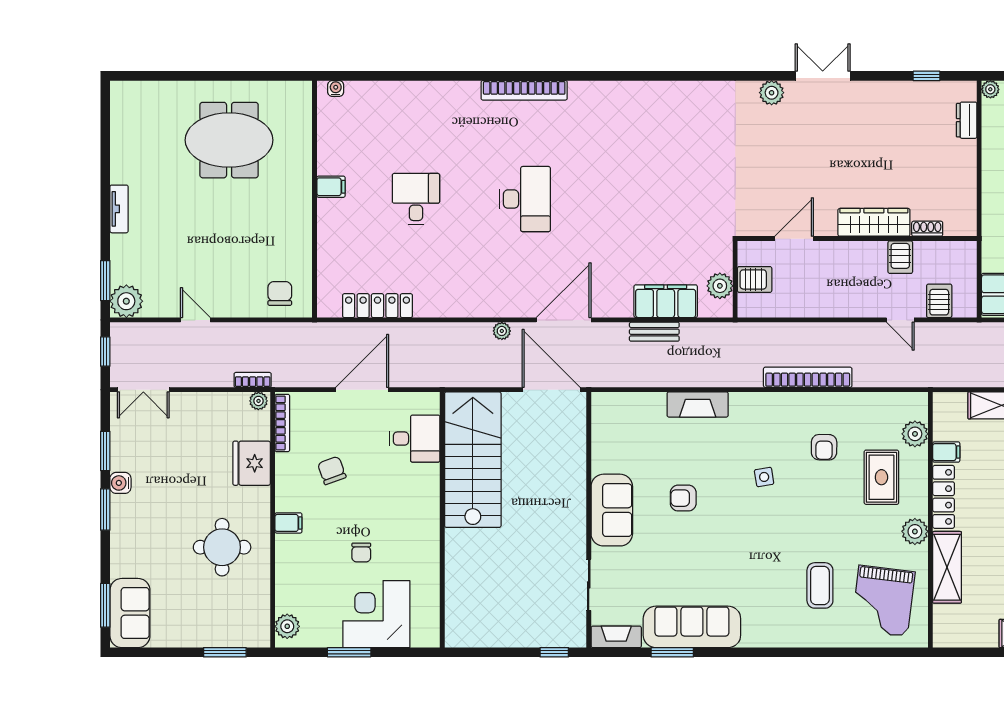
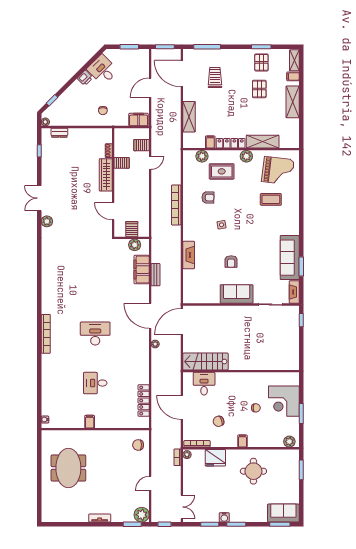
stairs: (473, 460) -> (205, 361), width x0.73, depth x0.66

